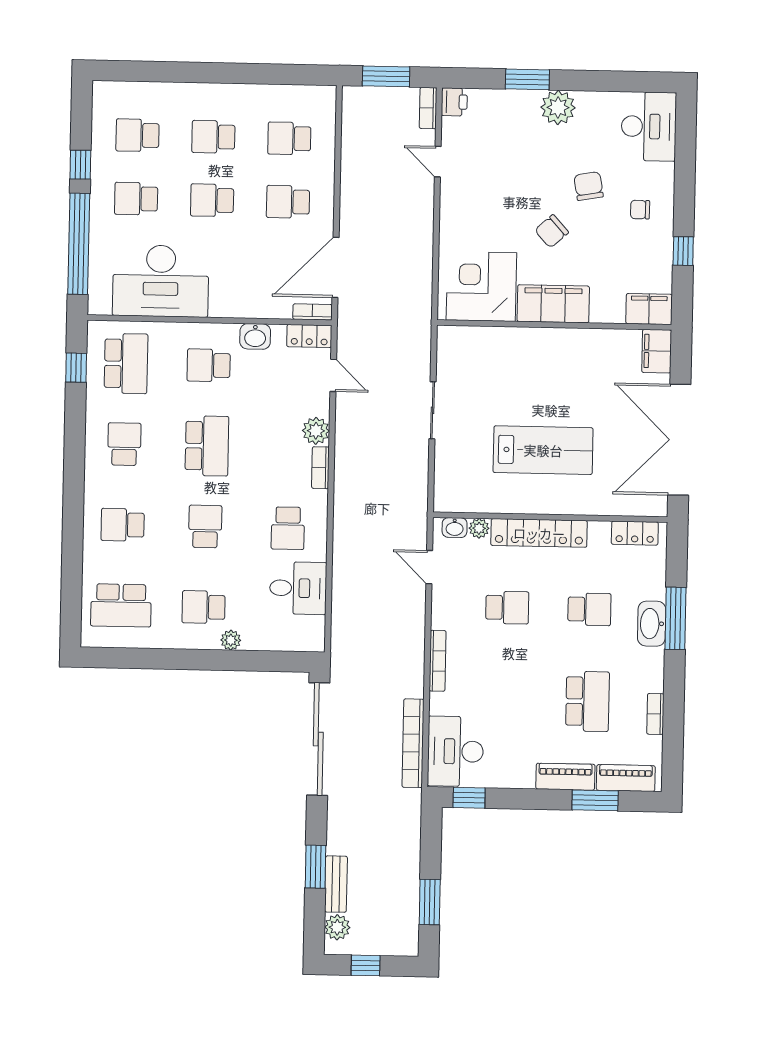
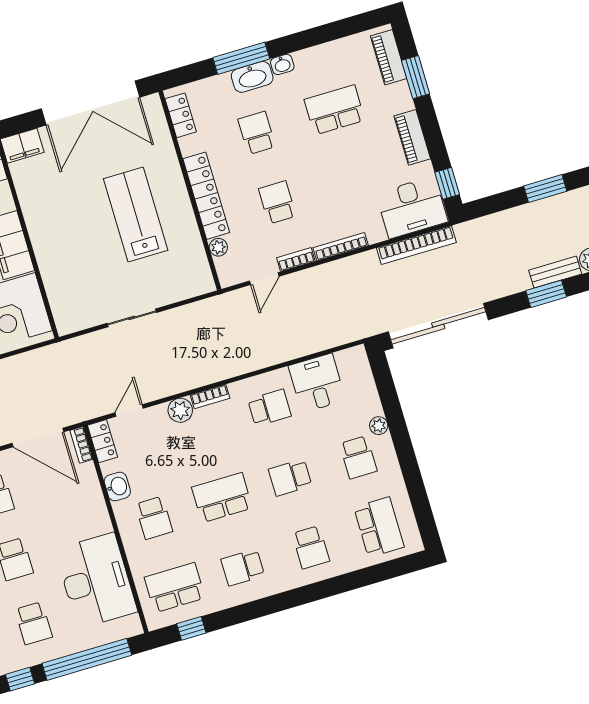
washbasin: (455, 528) -> (282, 64), moved, turned 90
bookcase: (655, 714) -> (296, 259), moved, turned 180
piano: (565, 777) -> (412, 137), moved

